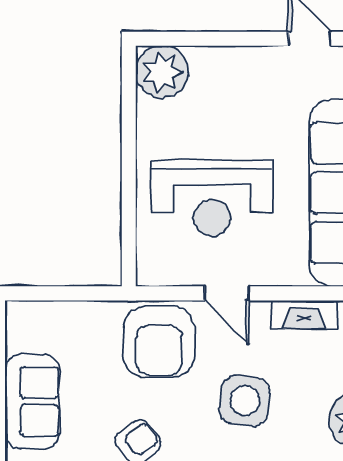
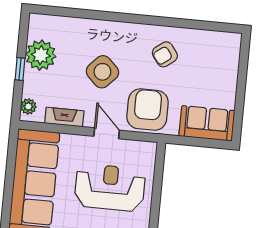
side table: (245, 401) -> (102, 72), turned 35
sofa: (32, 402) -> (207, 123), moved, turned 90

